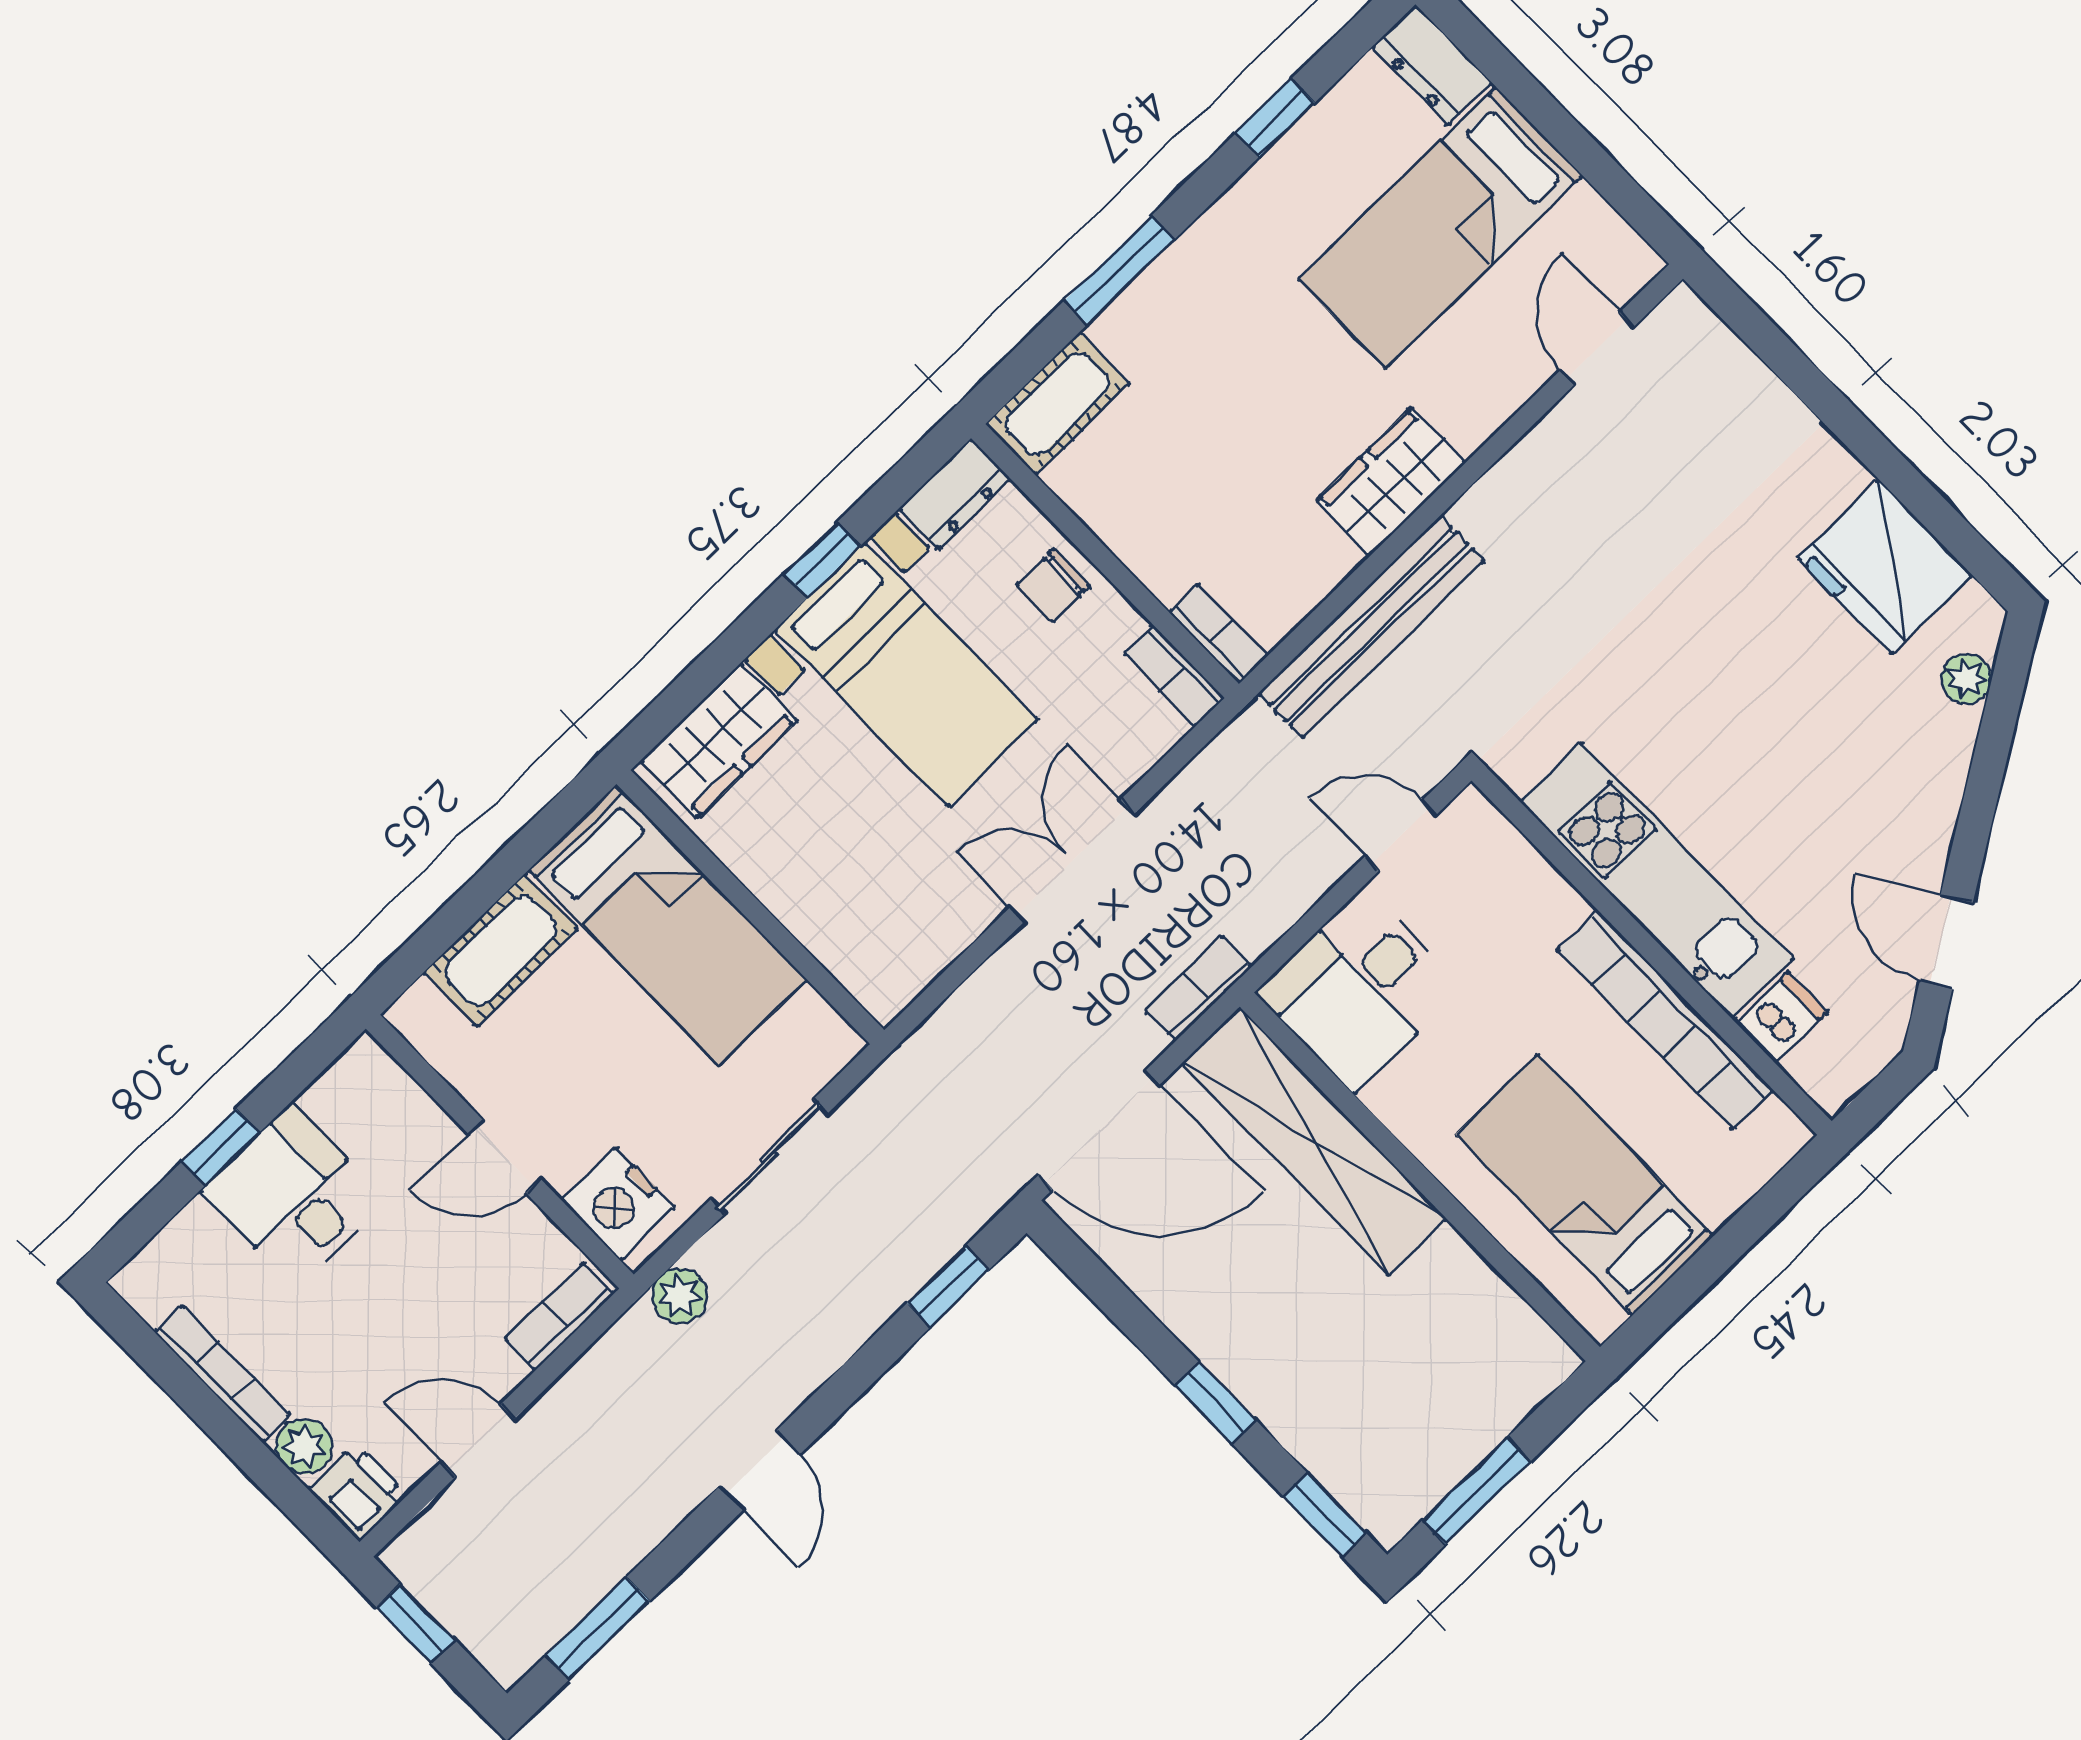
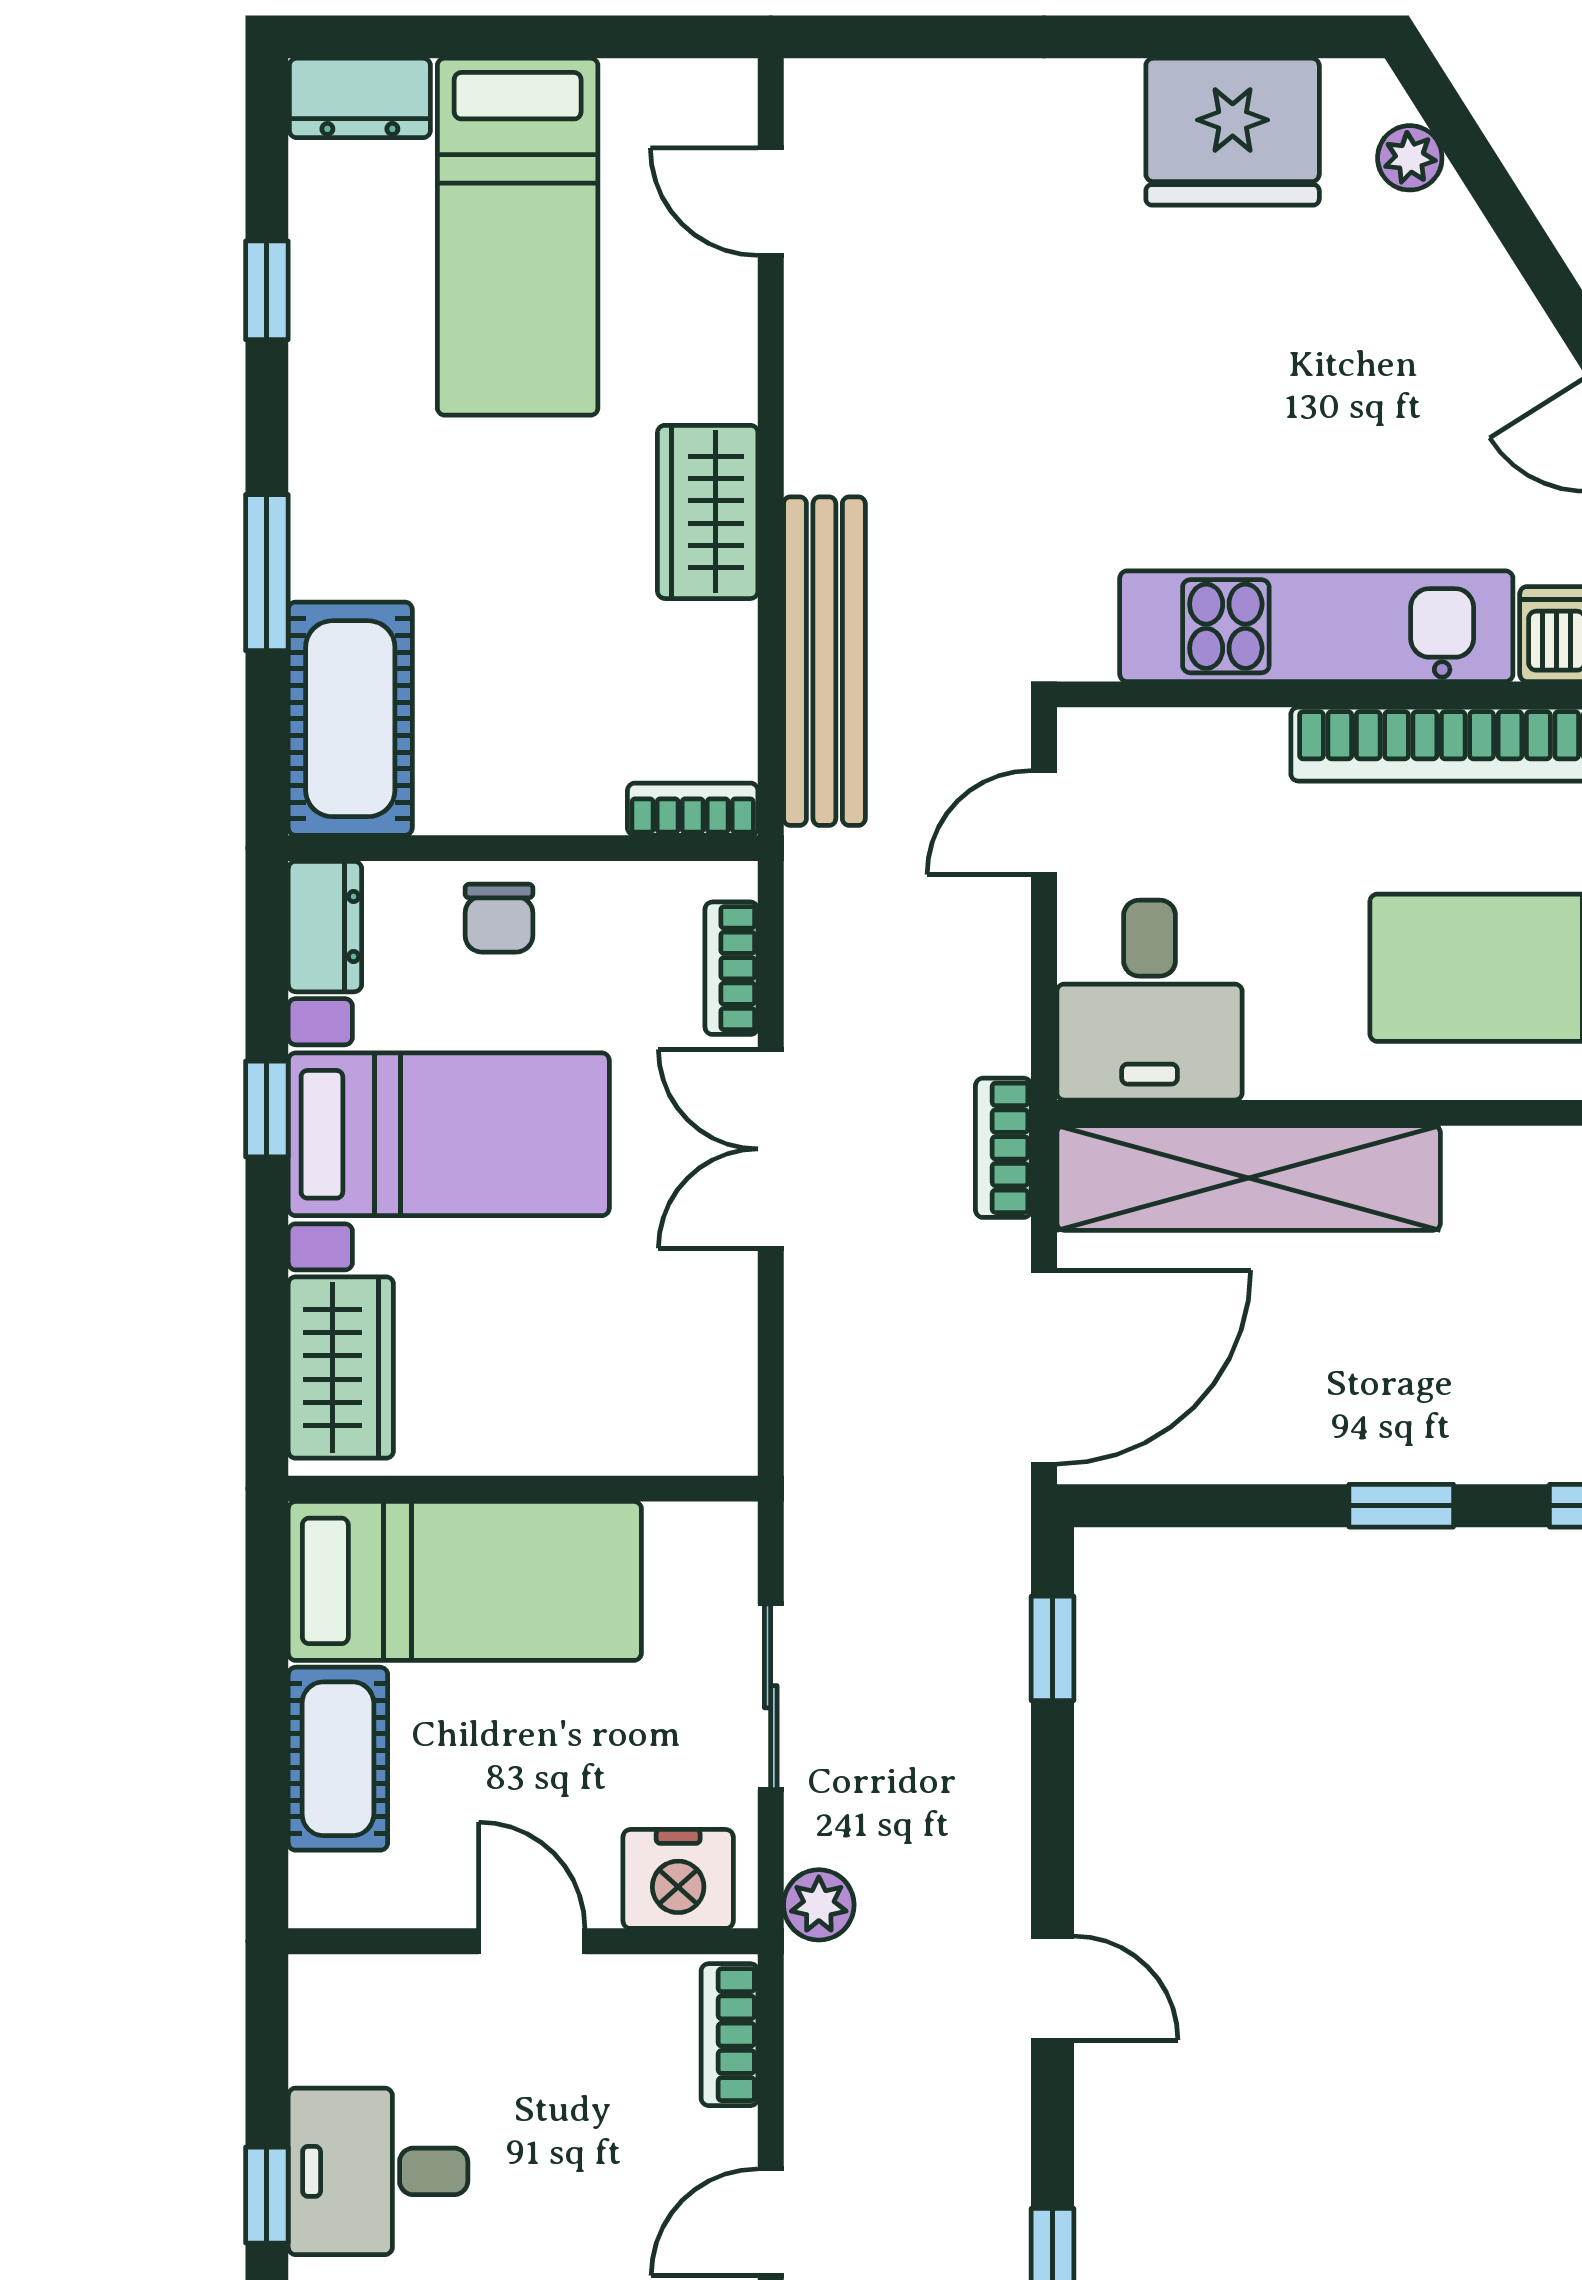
cot: (1057, 404) -> (350, 719), width x1.37, depth x1.34
bookcase: (1174, 676) -> (731, 968), moved, turned 90
door: (504, 1156) -> (532, 1941), swing flipped

